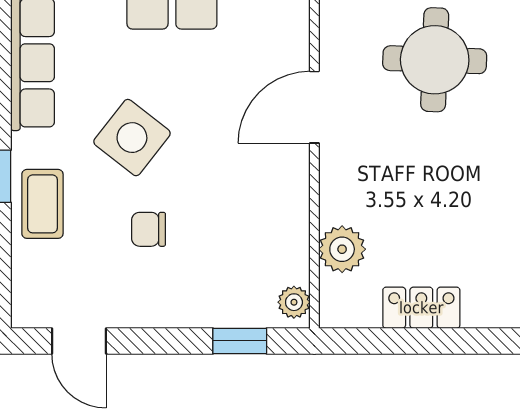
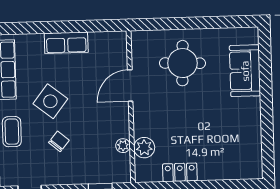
chair: (148, 229) -> (59, 141), turned 130
plant: (294, 302) -> (123, 146), moved

